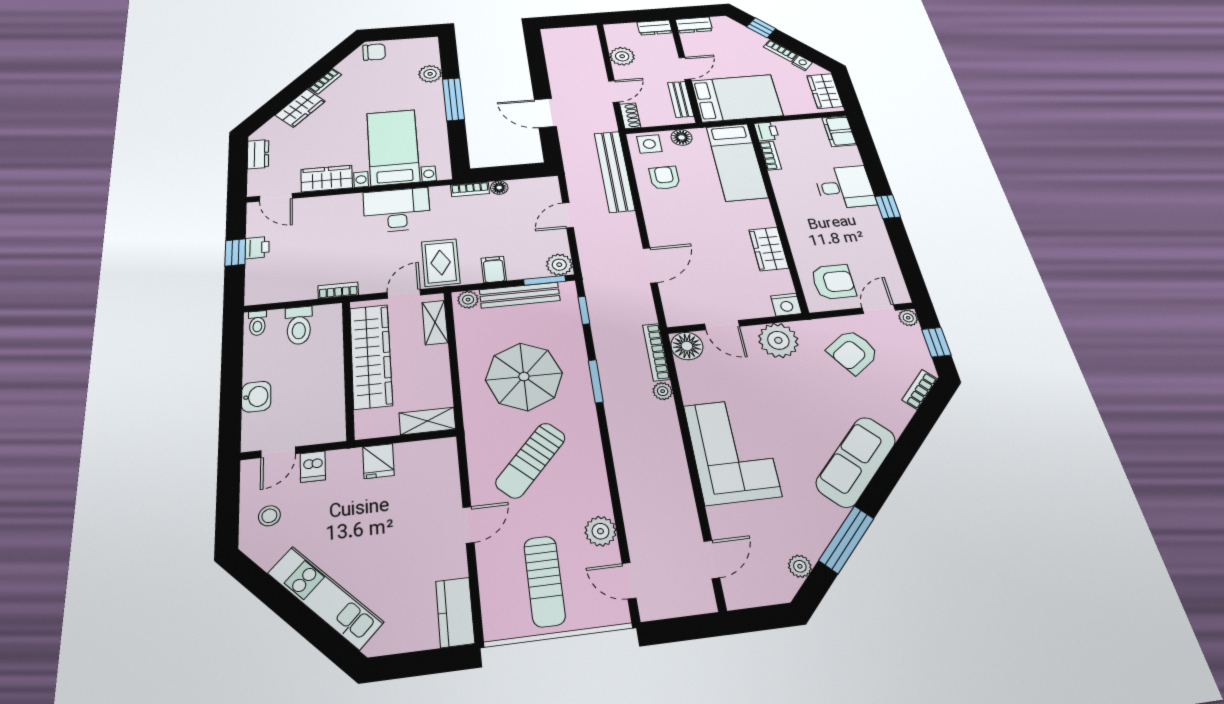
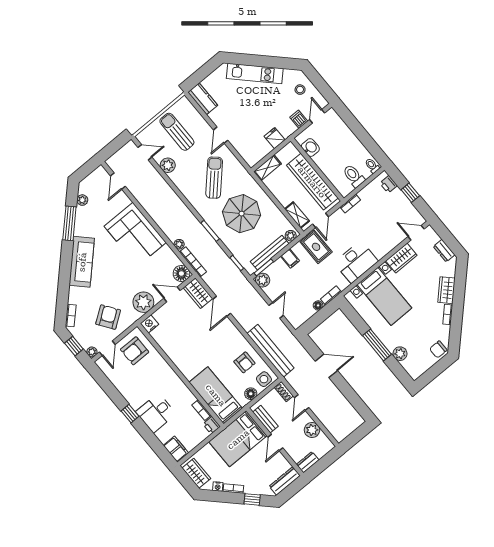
dresser: (694, 25) -> (285, 481), width x1.44
printer: (257, 248) -> (389, 184), moved
wardrobe: (769, 249) -> (198, 293), moved, turned 180
washbasin: (256, 397) -> (310, 148), moved, turned 180

